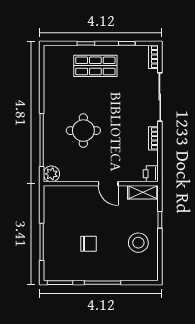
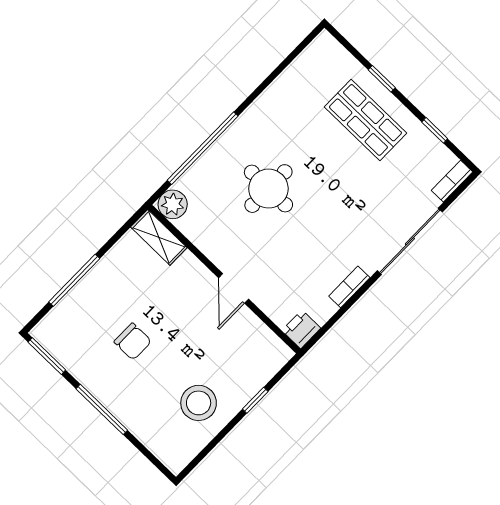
shelving: (143, 192) -> (159, 237), moved

